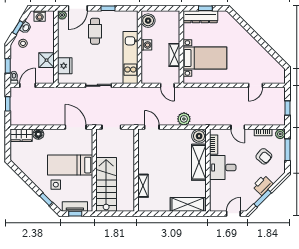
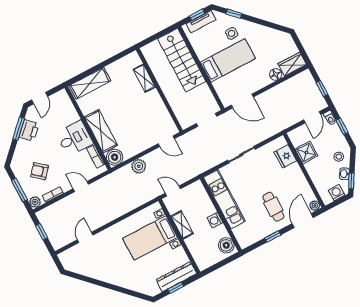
window: (18, 28) -> (351, 181), moved
printer: (263, 185) -> (29, 131), moved

